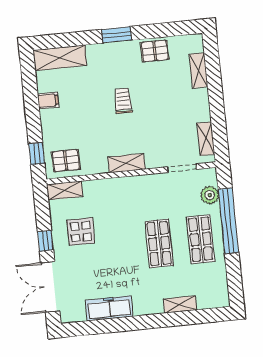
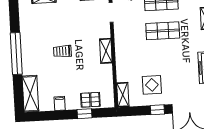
window: (117, 35) -> (16, 53), width x2.11
pallet: (155, 51) -> (29, 27), removed
window: (37, 154) -> (85, 114), moved
pallet: (66, 161) -> (90, 100), moved, turned 90

